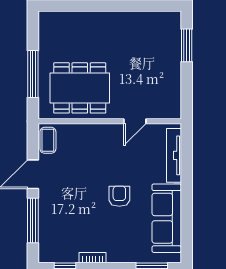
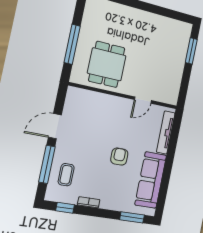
dining table: (80, 88) -> (107, 64), width x0.73
coffee table: (48, 140) -> (66, 175), moved

